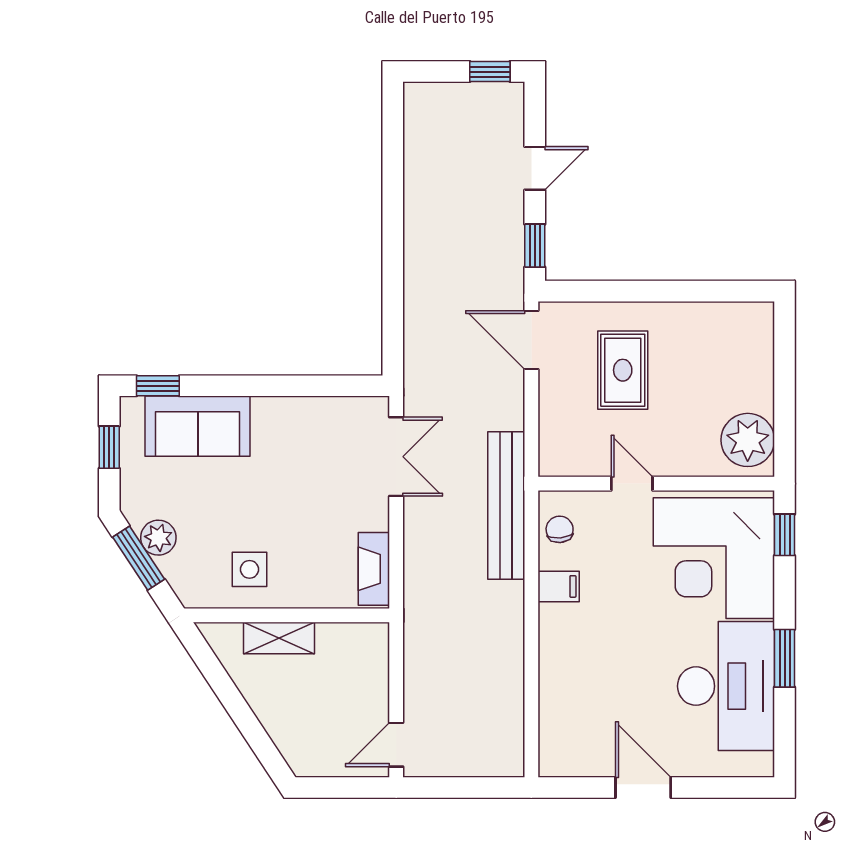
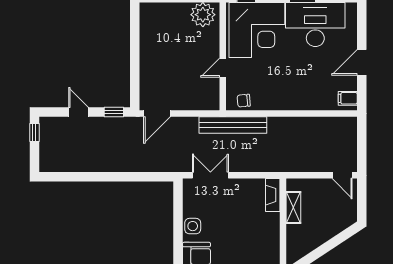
rug: (623, 370) -> (171, 72), removed
side table: (250, 569) -> (193, 226), moved
fireplace: (374, 569) -> (273, 195), moved, turned 90
filing cabinet: (559, 586) -> (348, 98), moved, turned -90
shelving: (279, 638) -> (293, 208), moved

